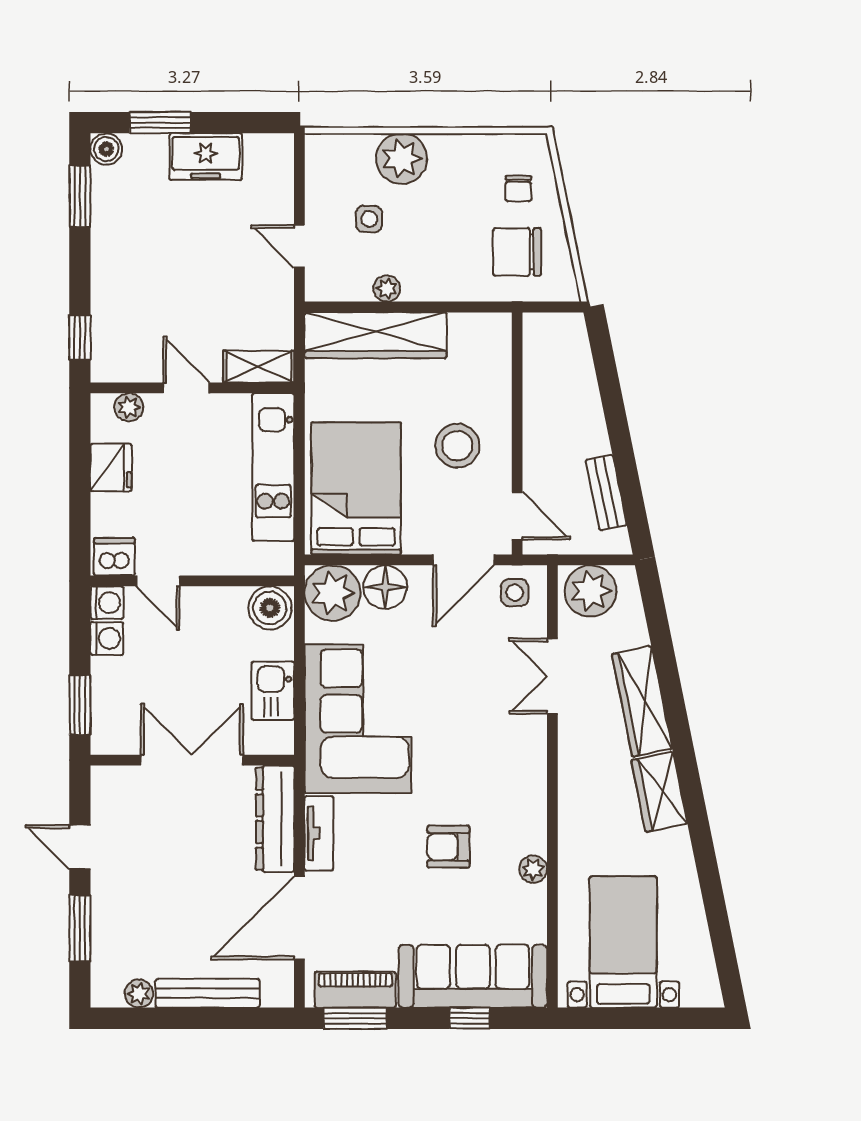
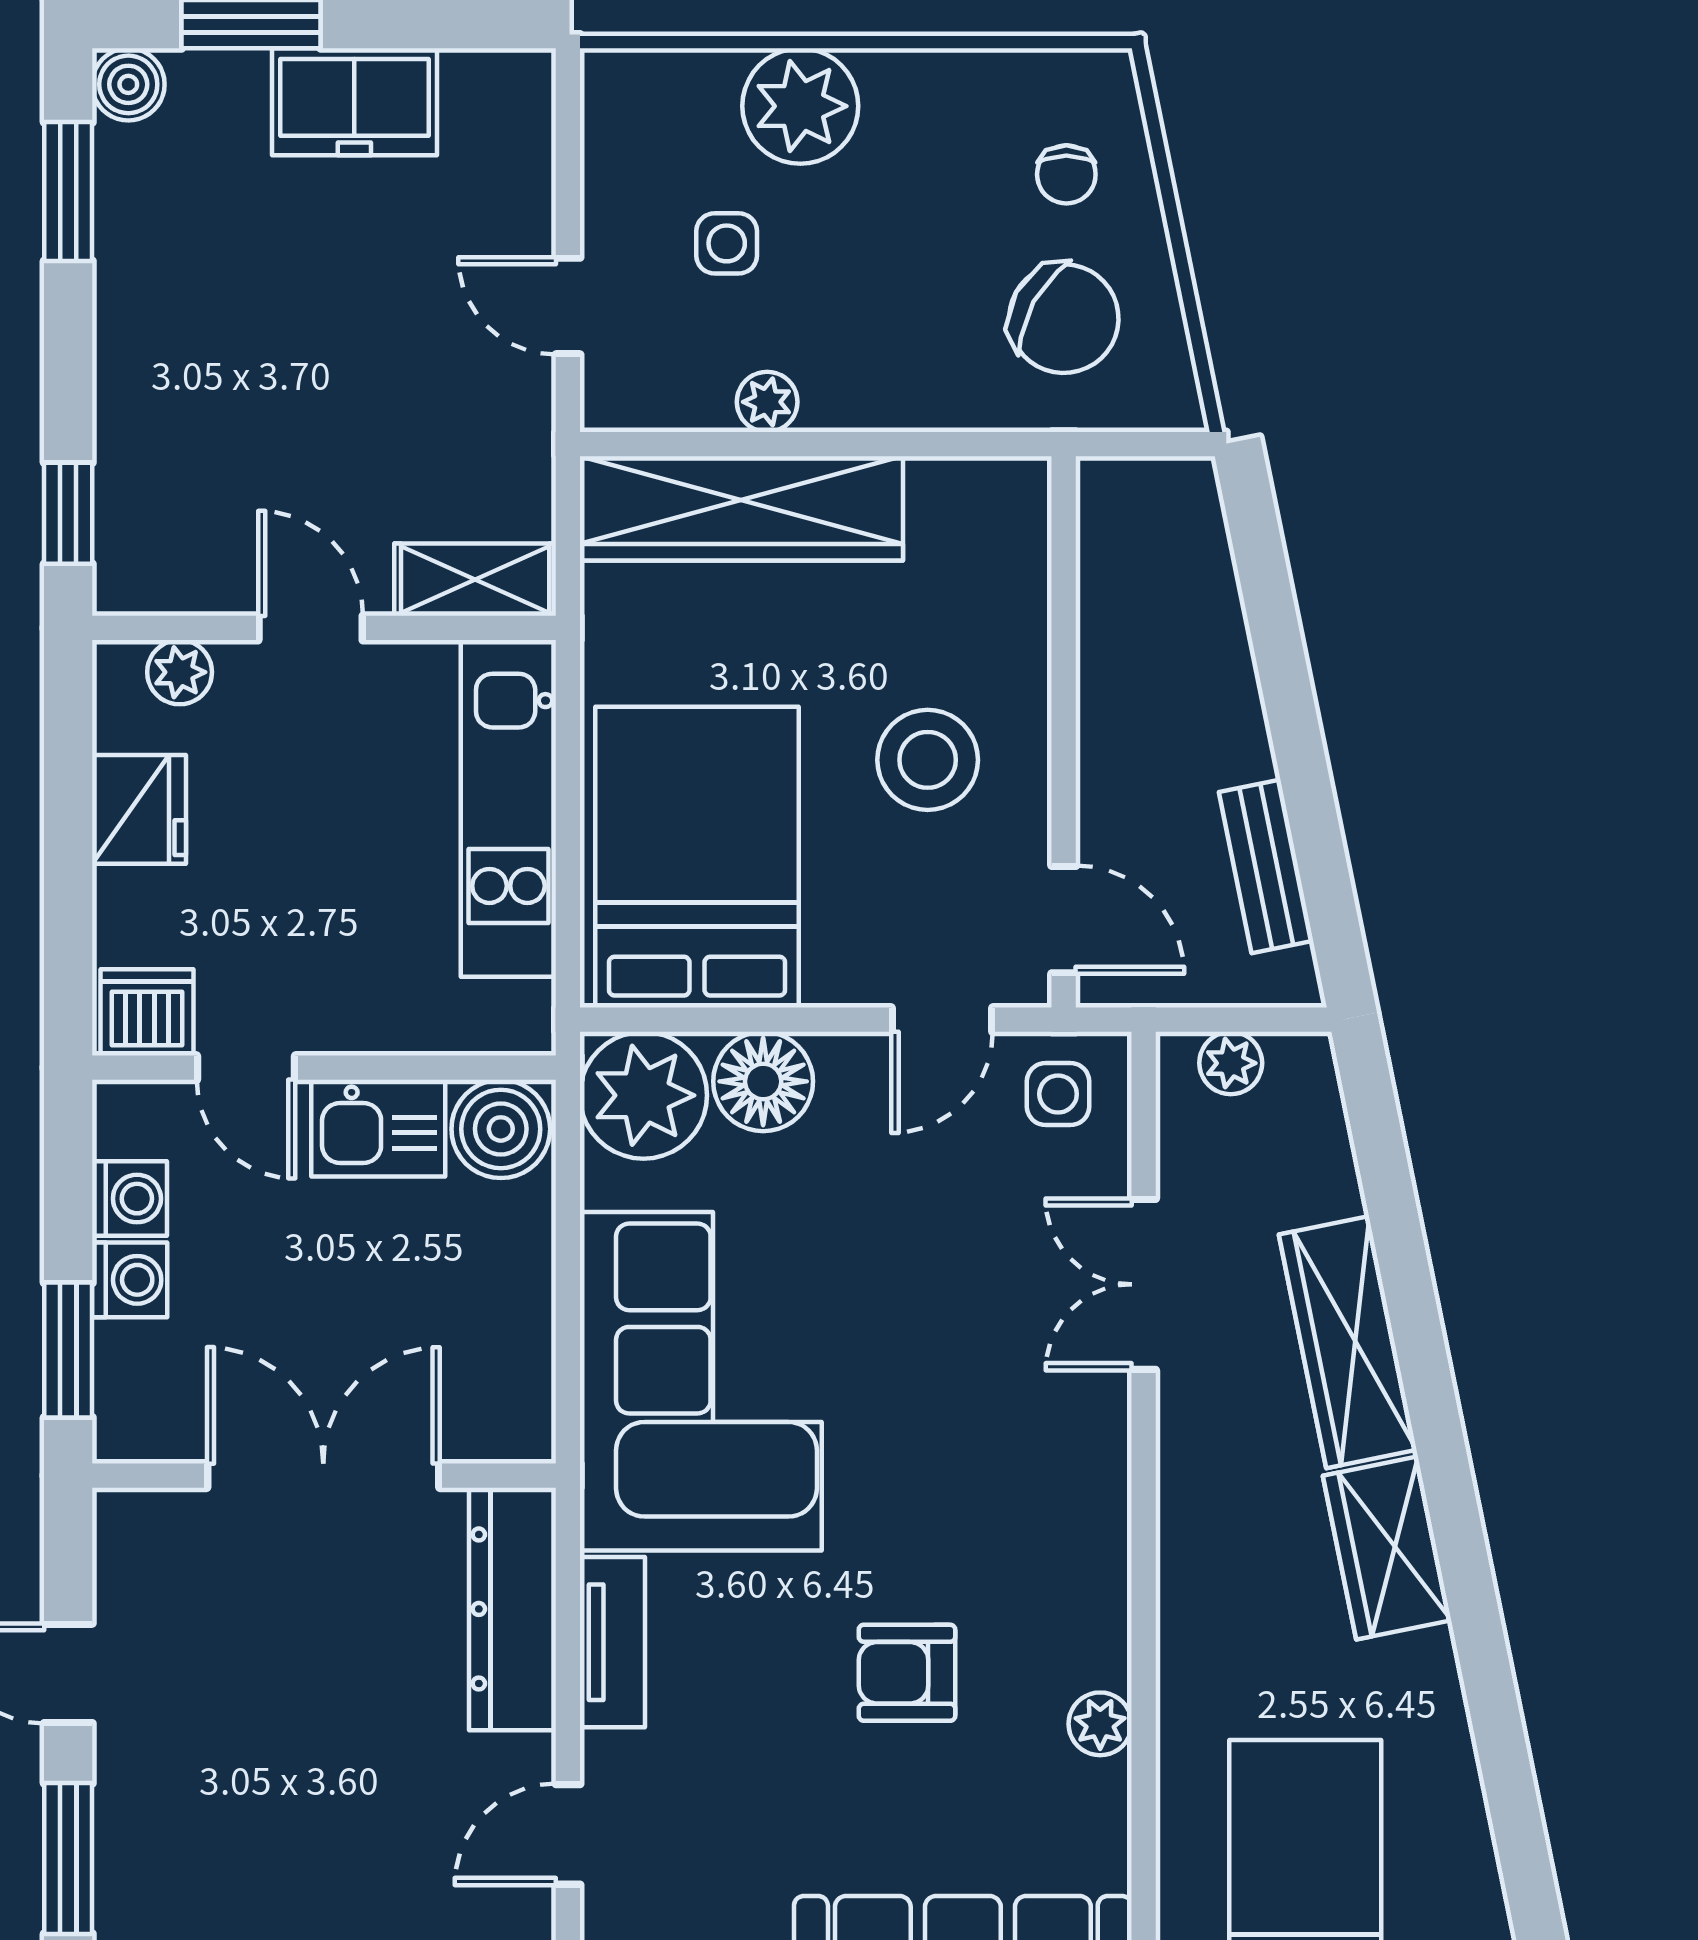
chair: (517, 252) -> (1064, 319), turned -151
door: (464, 560) -> (942, 1020), width x0.73
plant: (591, 591) -> (1231, 1063), width x0.53, depth x0.53
washing machine: (107, 603) -> (130, 1280), moved
kitchen sink: (273, 691) -> (378, 1128), moved, turned -90
door: (299, 918) -> (568, 1834), width x0.53

